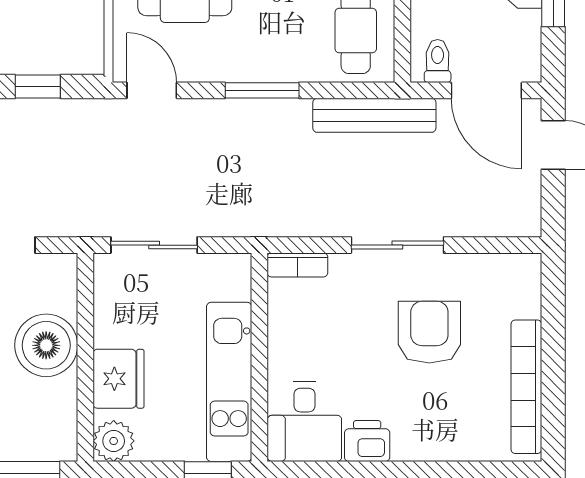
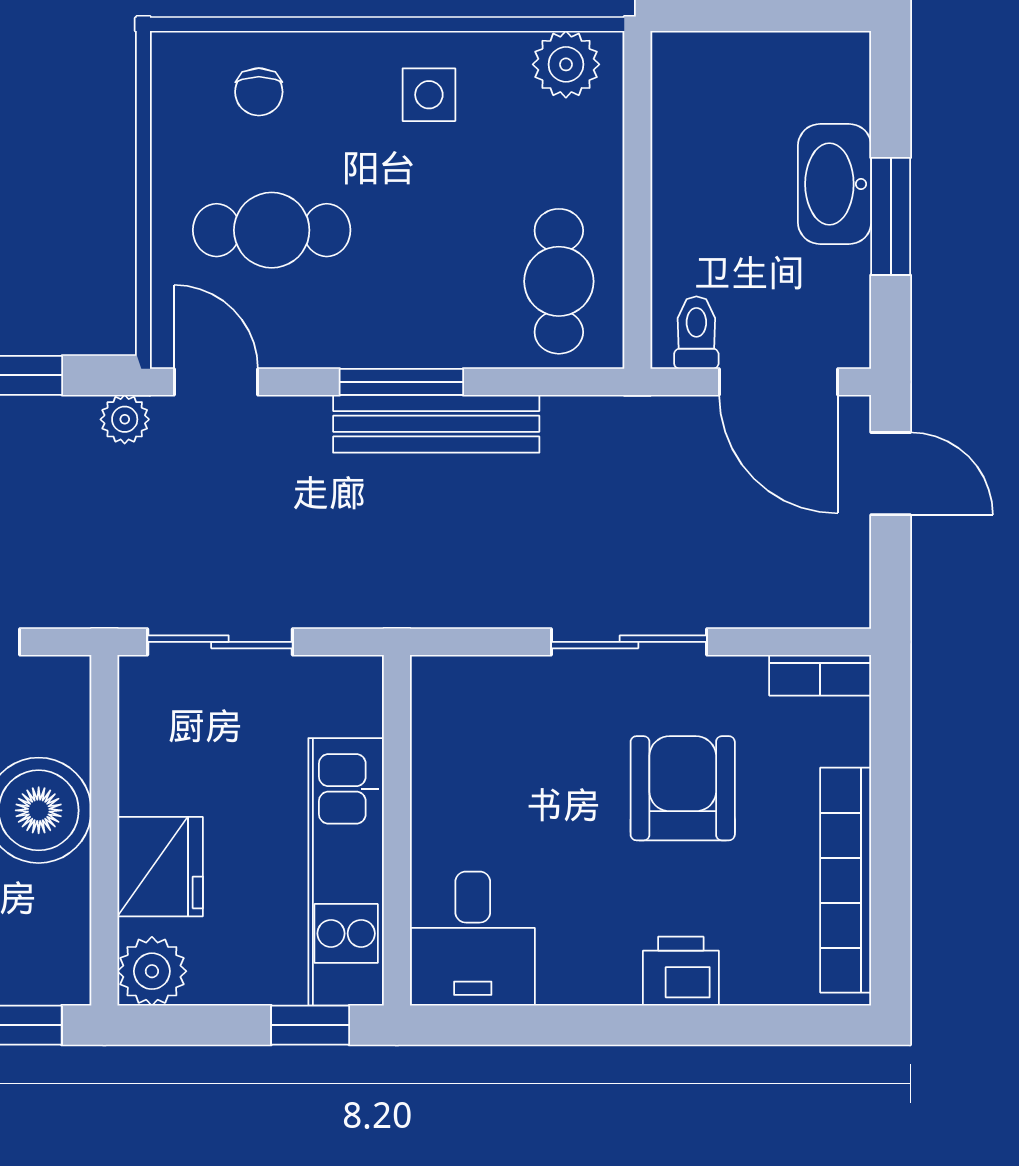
plant: (97, 113) -> (125, 419), added
bench: (374, 115) -> (436, 424), moved
bookcase: (297, 265) -> (820, 675), moved
printer: (367, 441) -> (681, 971), moved

